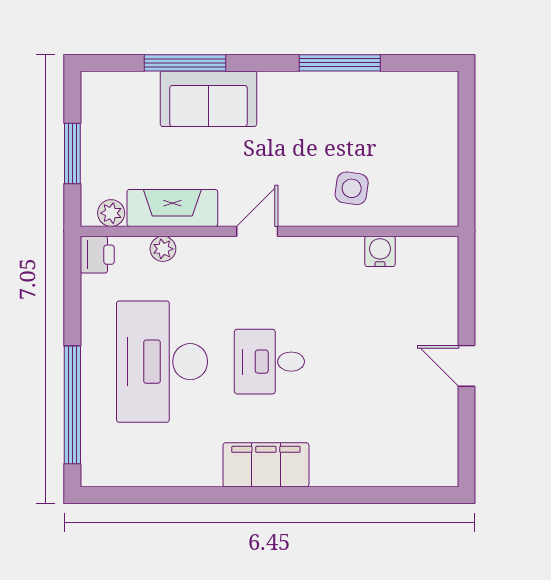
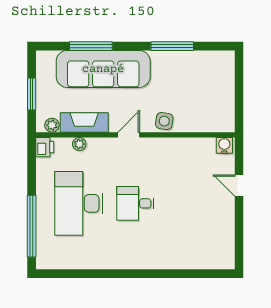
sofa: (208, 99) -> (103, 69), width x1.85, depth x1.27
side table: (352, 188) -> (164, 121), moved
water cooler: (380, 251) -> (224, 145), moved
door: (466, 366) -> (239, 186), moved
filing cabinet: (266, 465) -> (133, 258), removed

